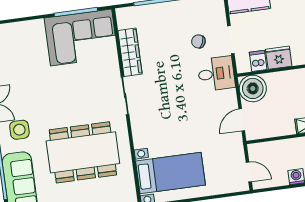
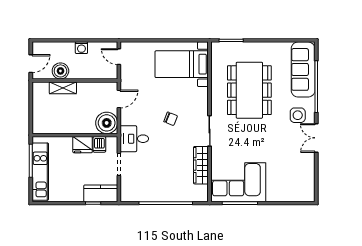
chair: (198, 41) -> (171, 119), moved
dining table: (83, 152) -> (249, 90), turned 90

